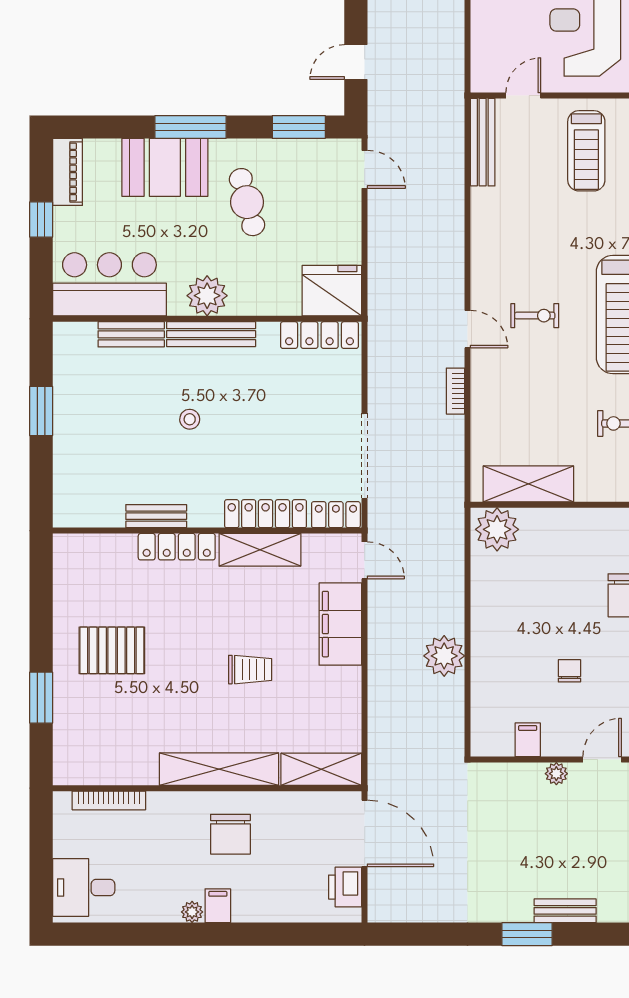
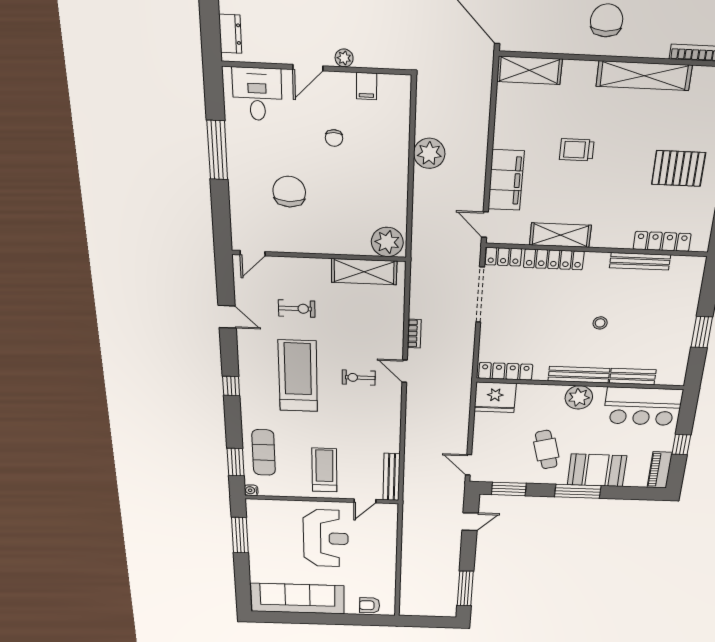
bench: (156, 516) -> (640, 261), width x1.36
locker: (177, 547) -> (662, 241), moved
shelving: (219, 769) -> (644, 76), moved

